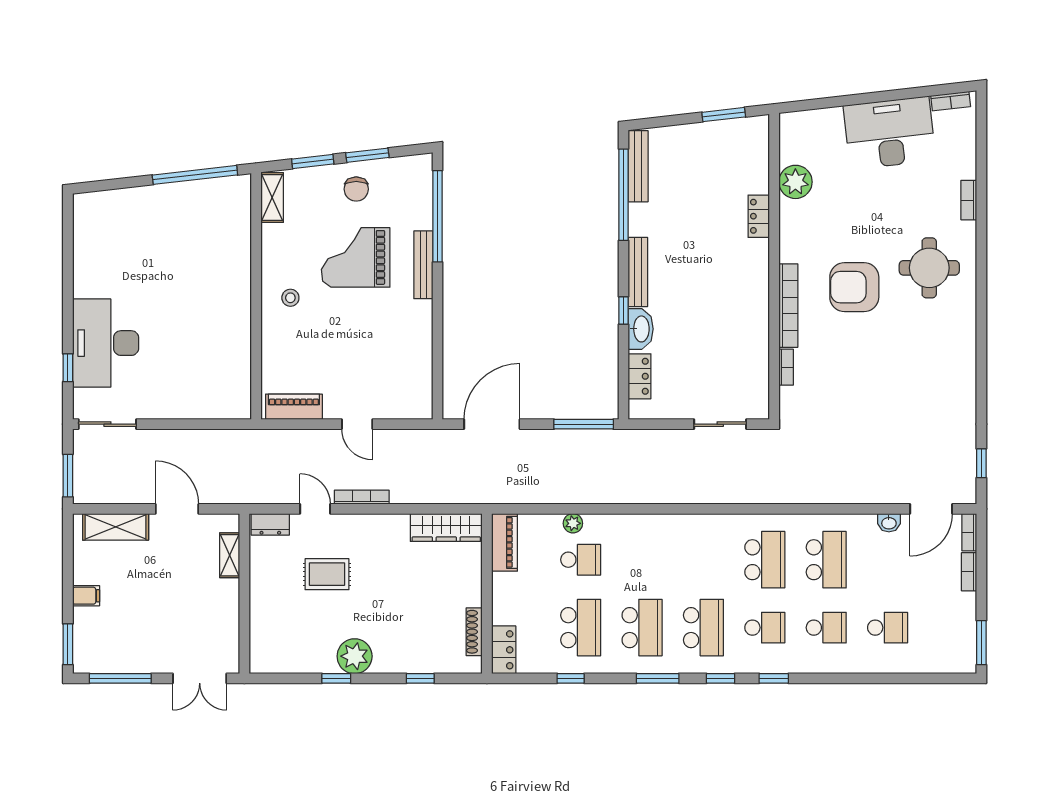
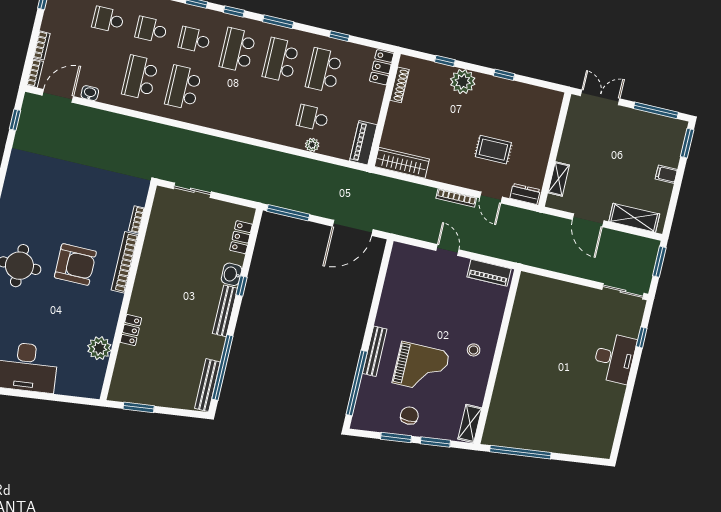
washbasin: (641, 329) -> (232, 274), width x0.72
desk: (106, 343) -> (614, 358), width x0.73, depth x0.77
plant: (355, 656) -> (463, 82), moved

